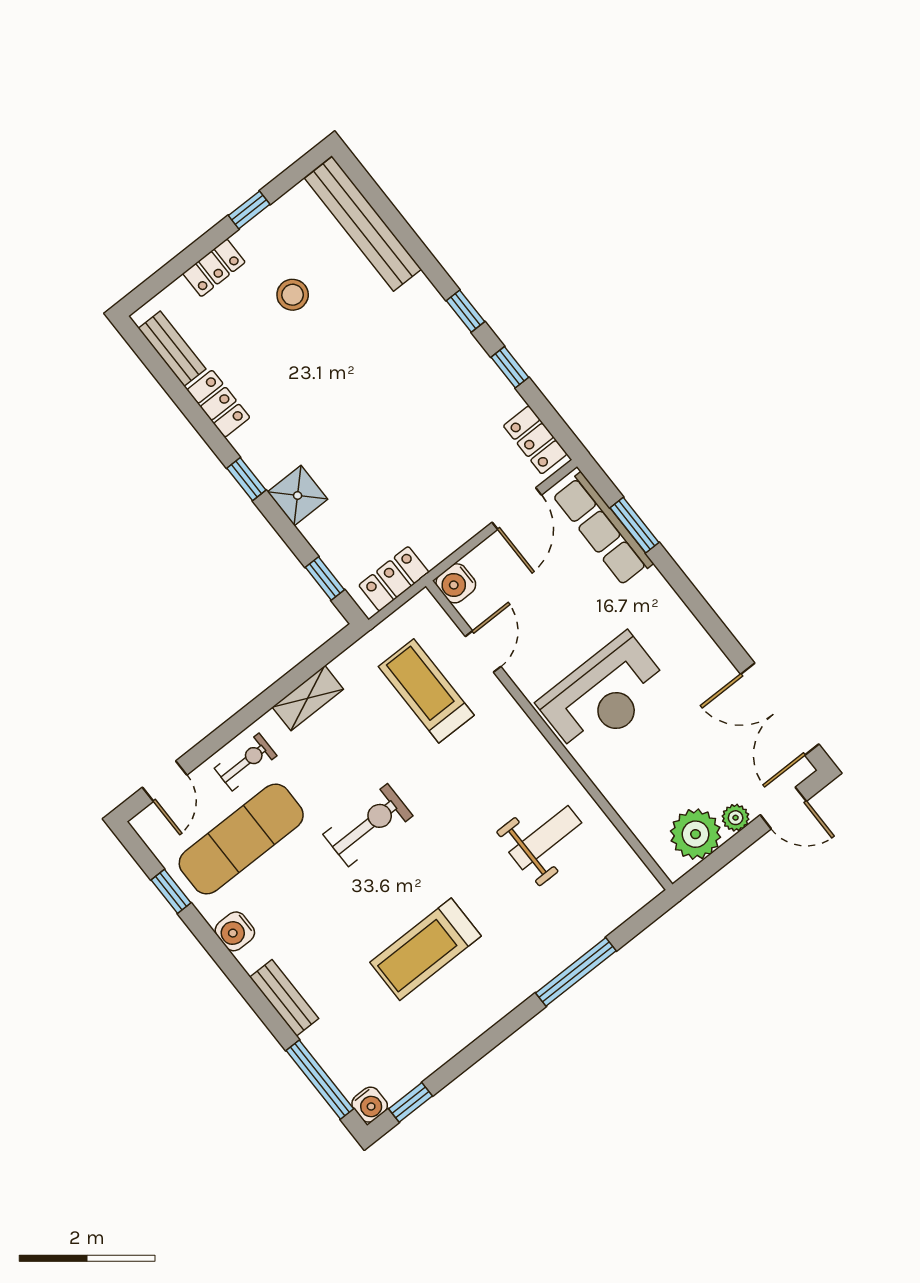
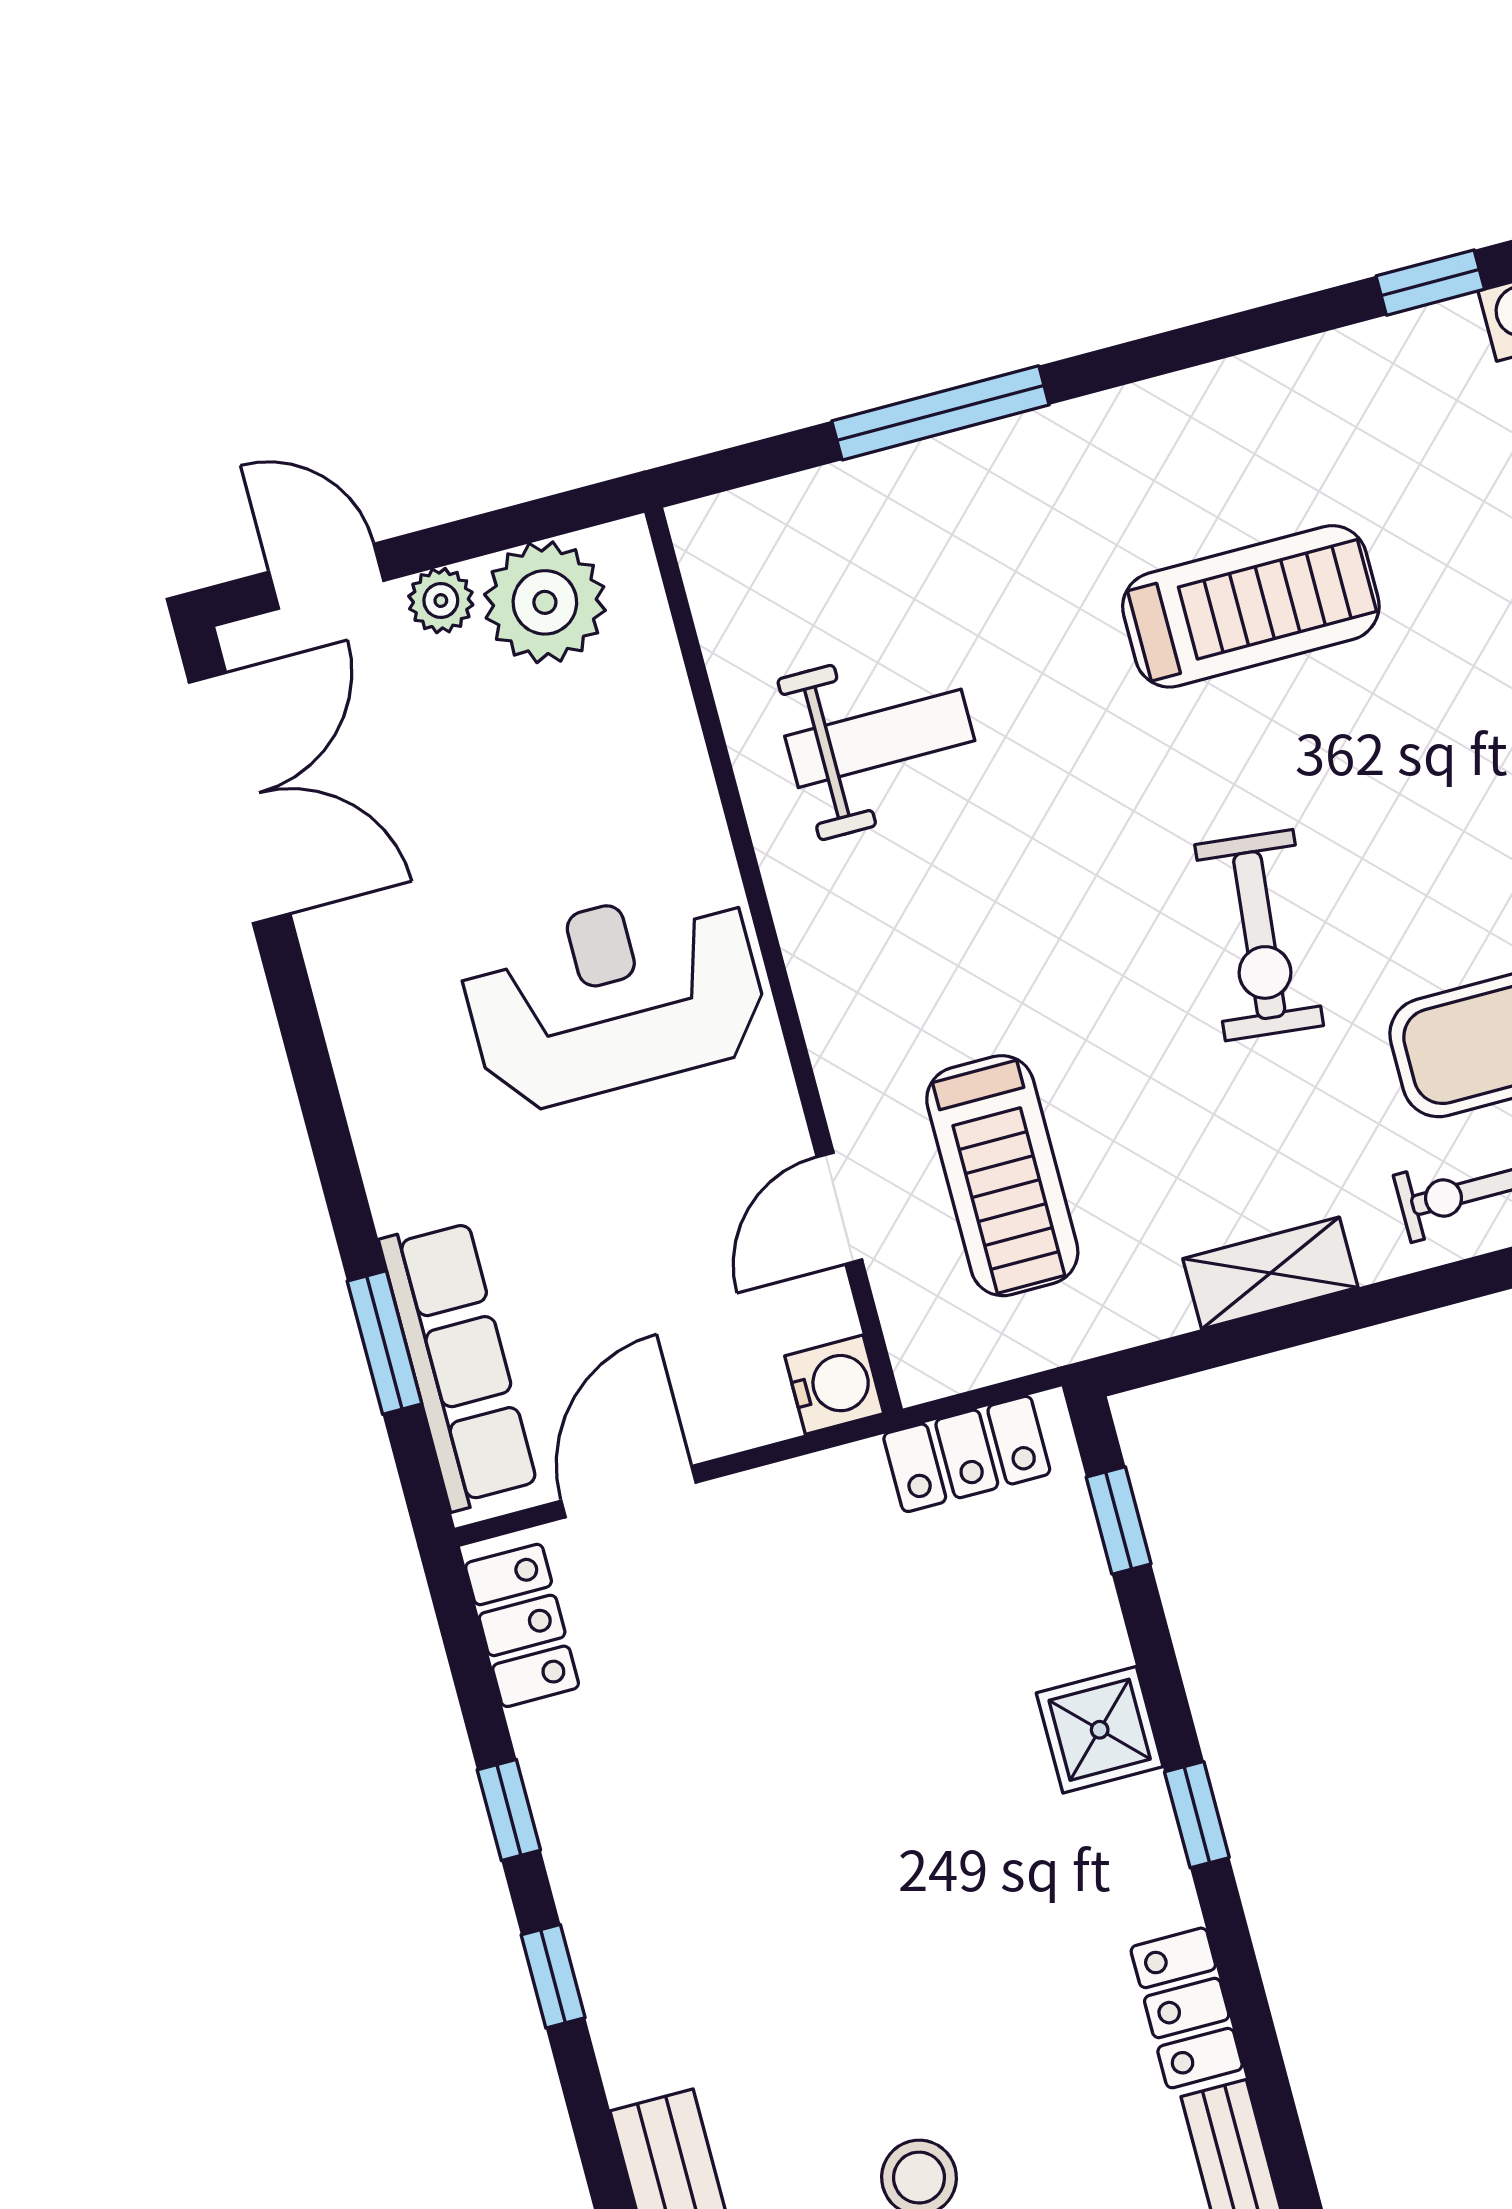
exercise bike: (368, 825) -> (1259, 935), turned -84
weight bench: (545, 838) -> (880, 738), turned 180

